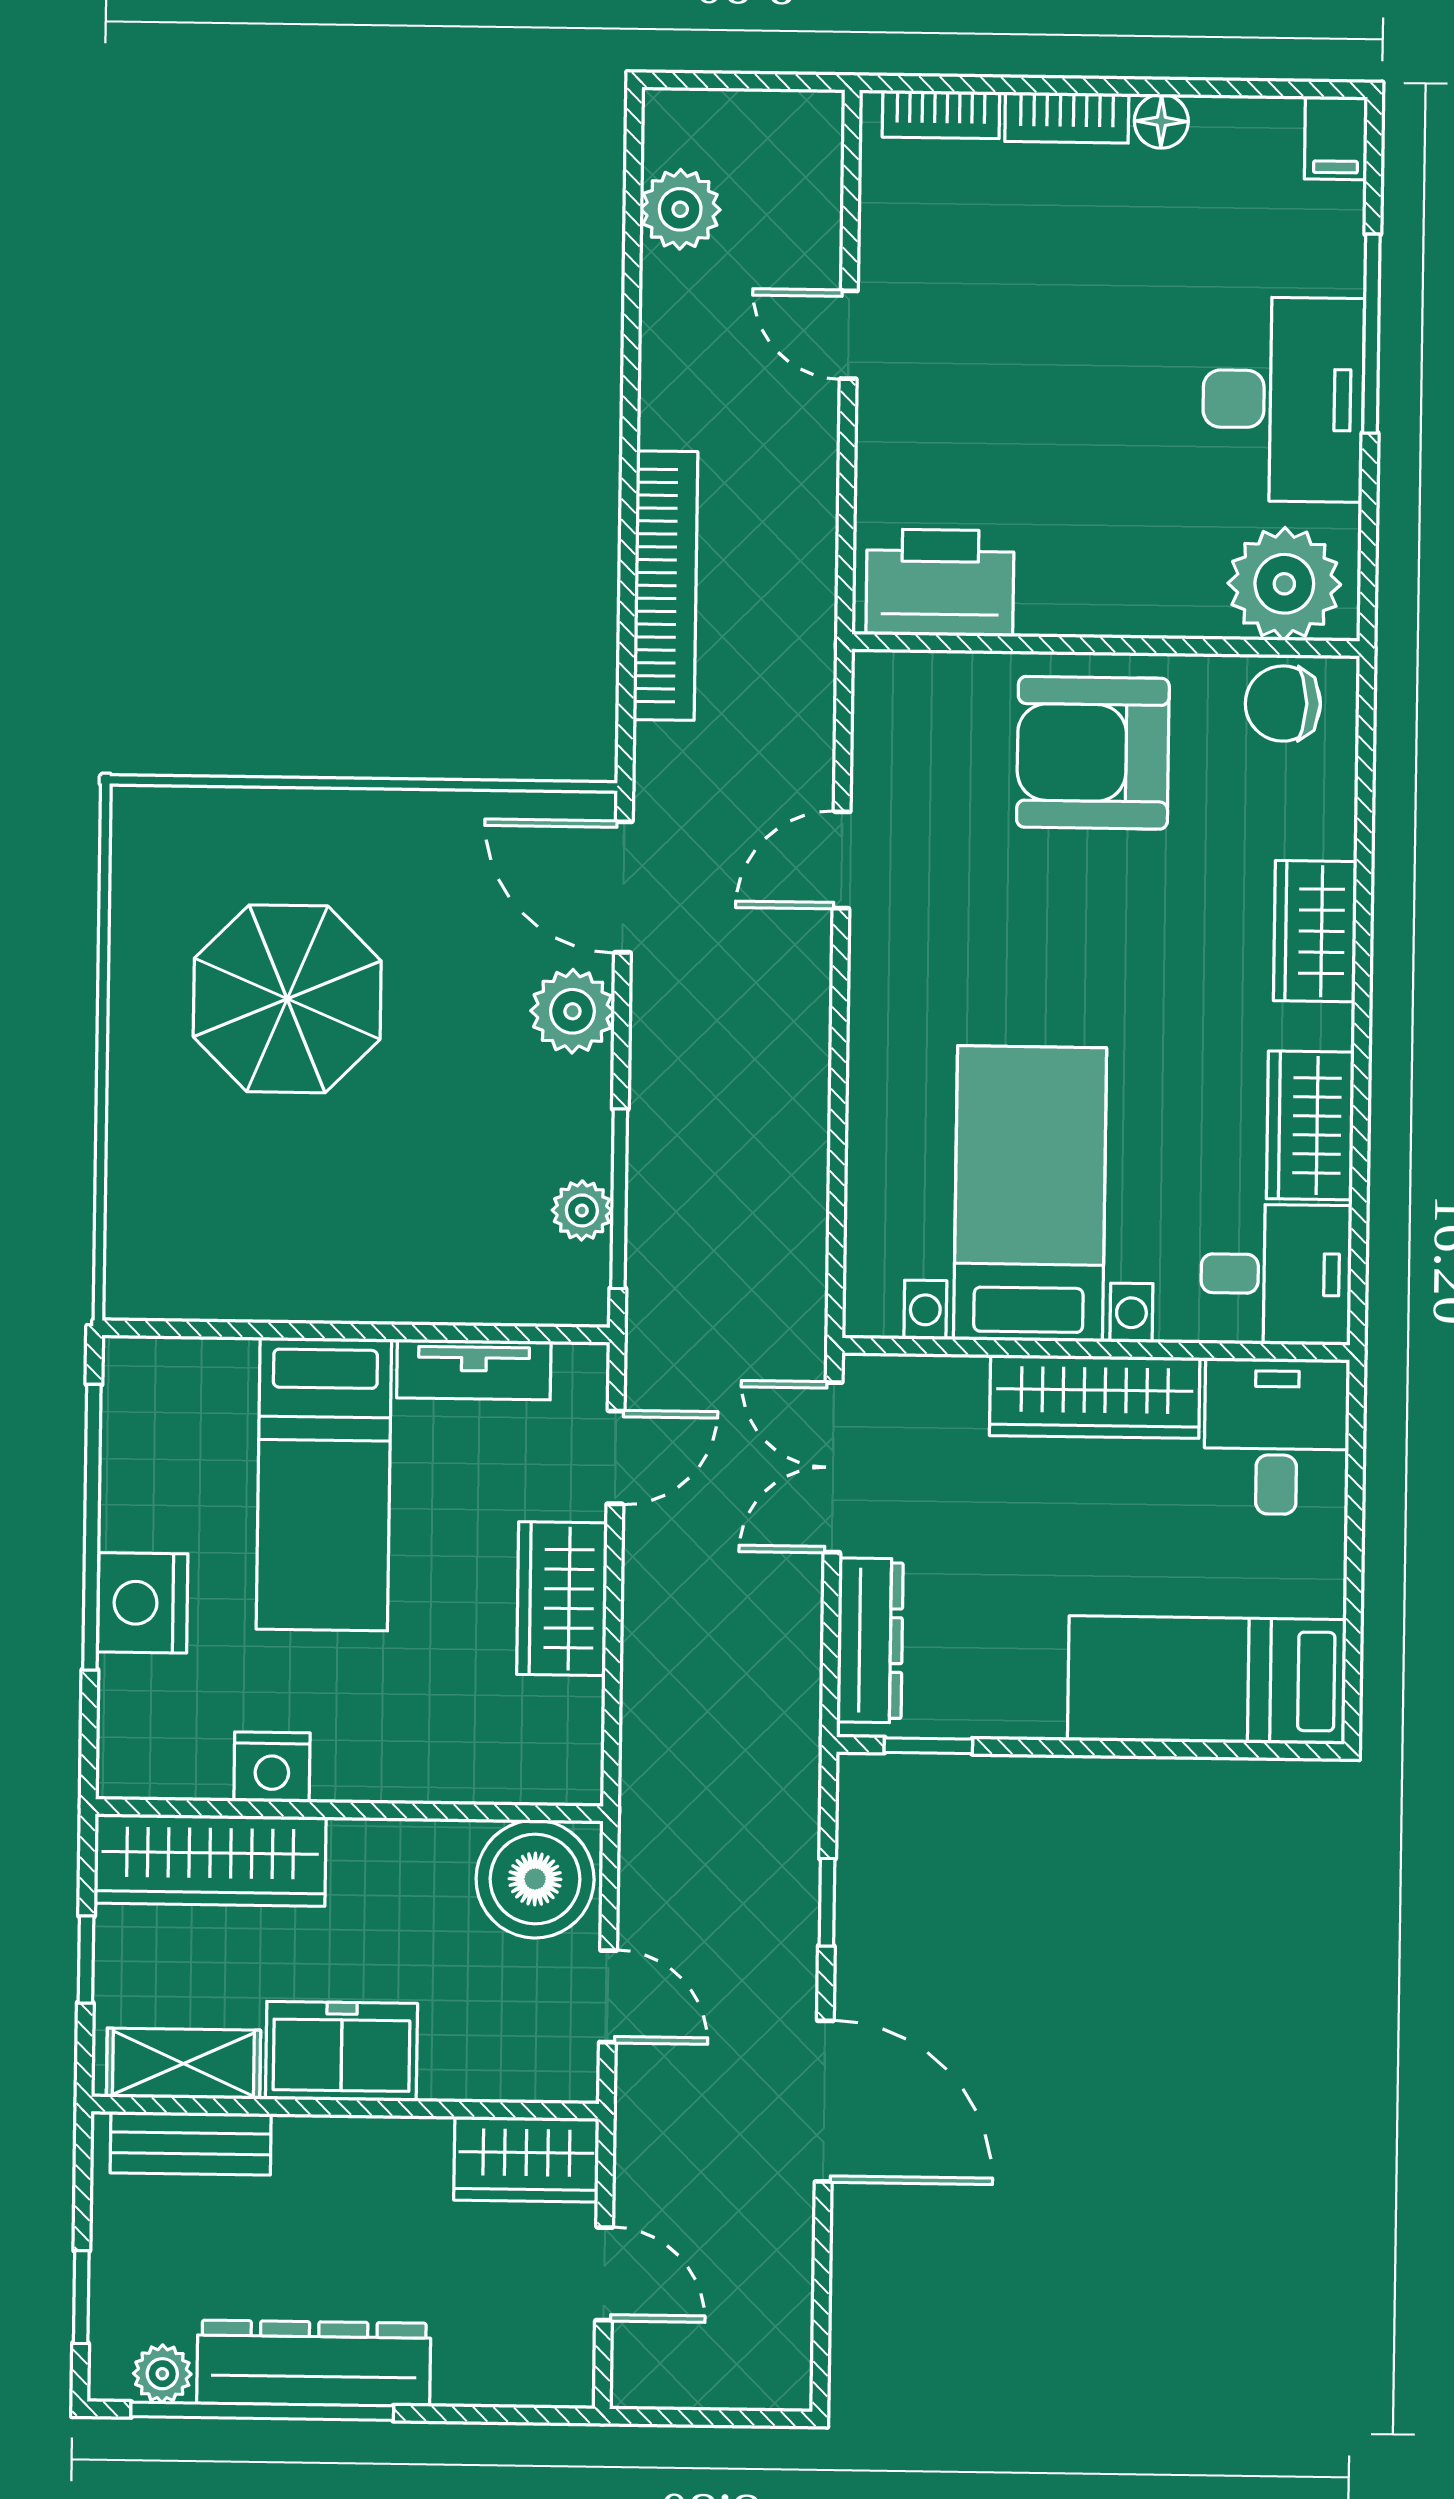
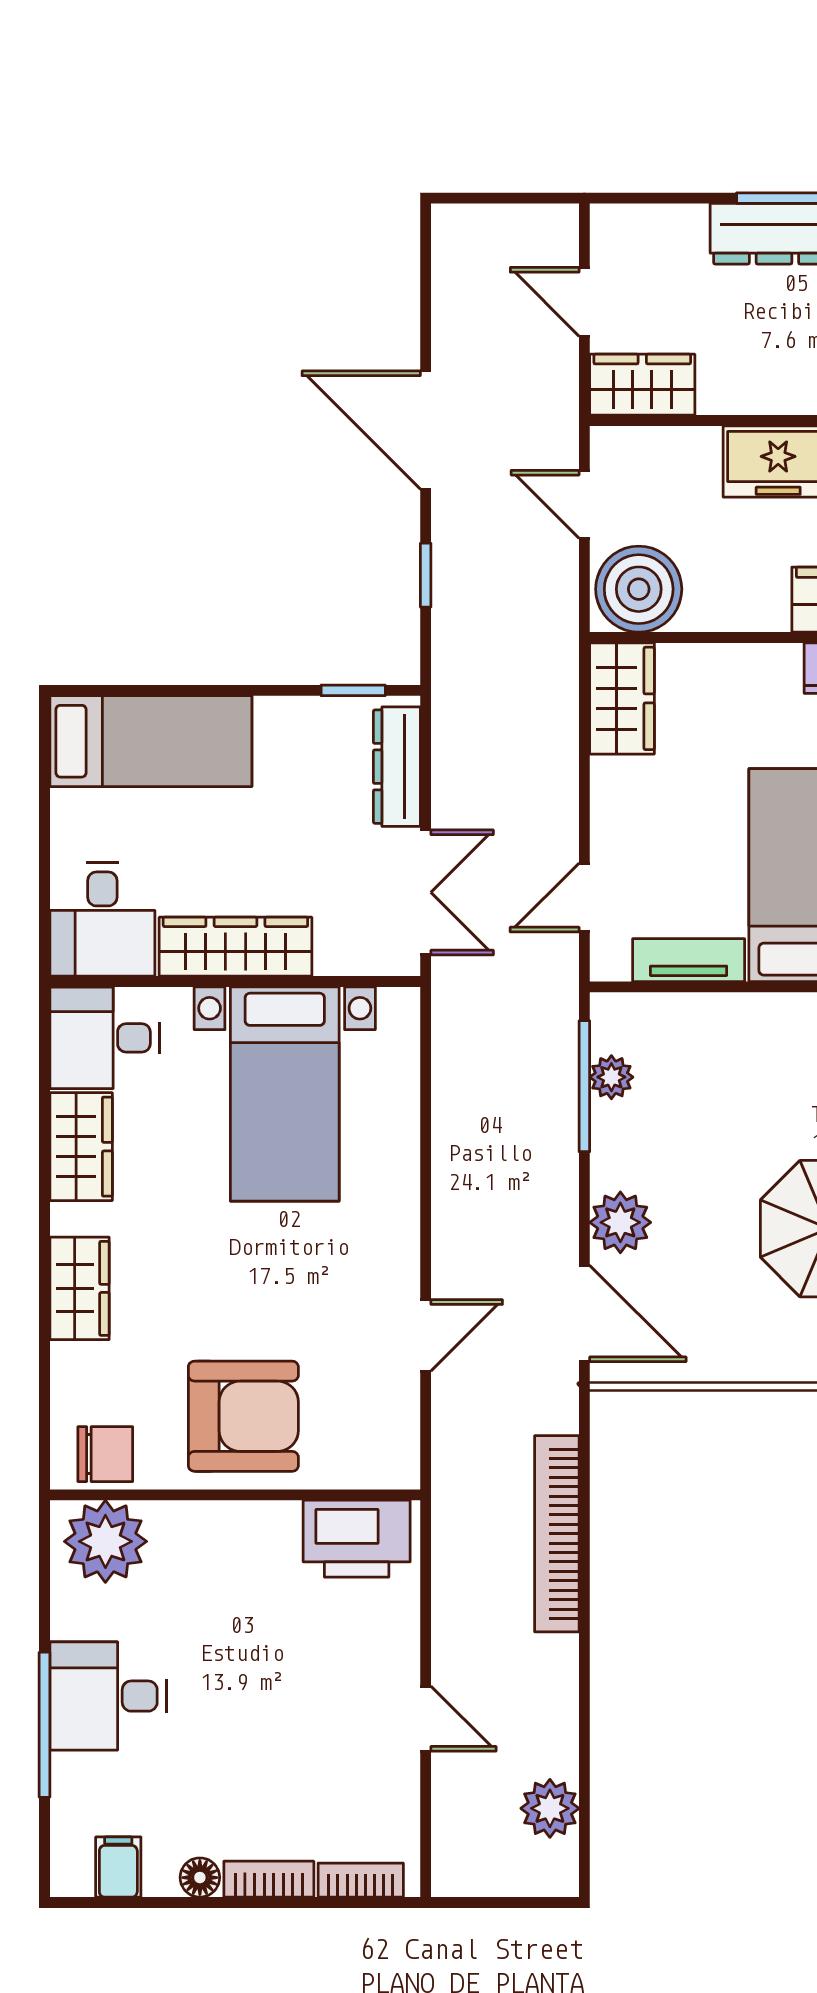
filing cabinet: (1336, 138) -> (118, 1867), moved
desk: (1283, 399) -> (108, 1696), width x0.73
wardrobe: (562, 1599) -> (622, 698), moved

